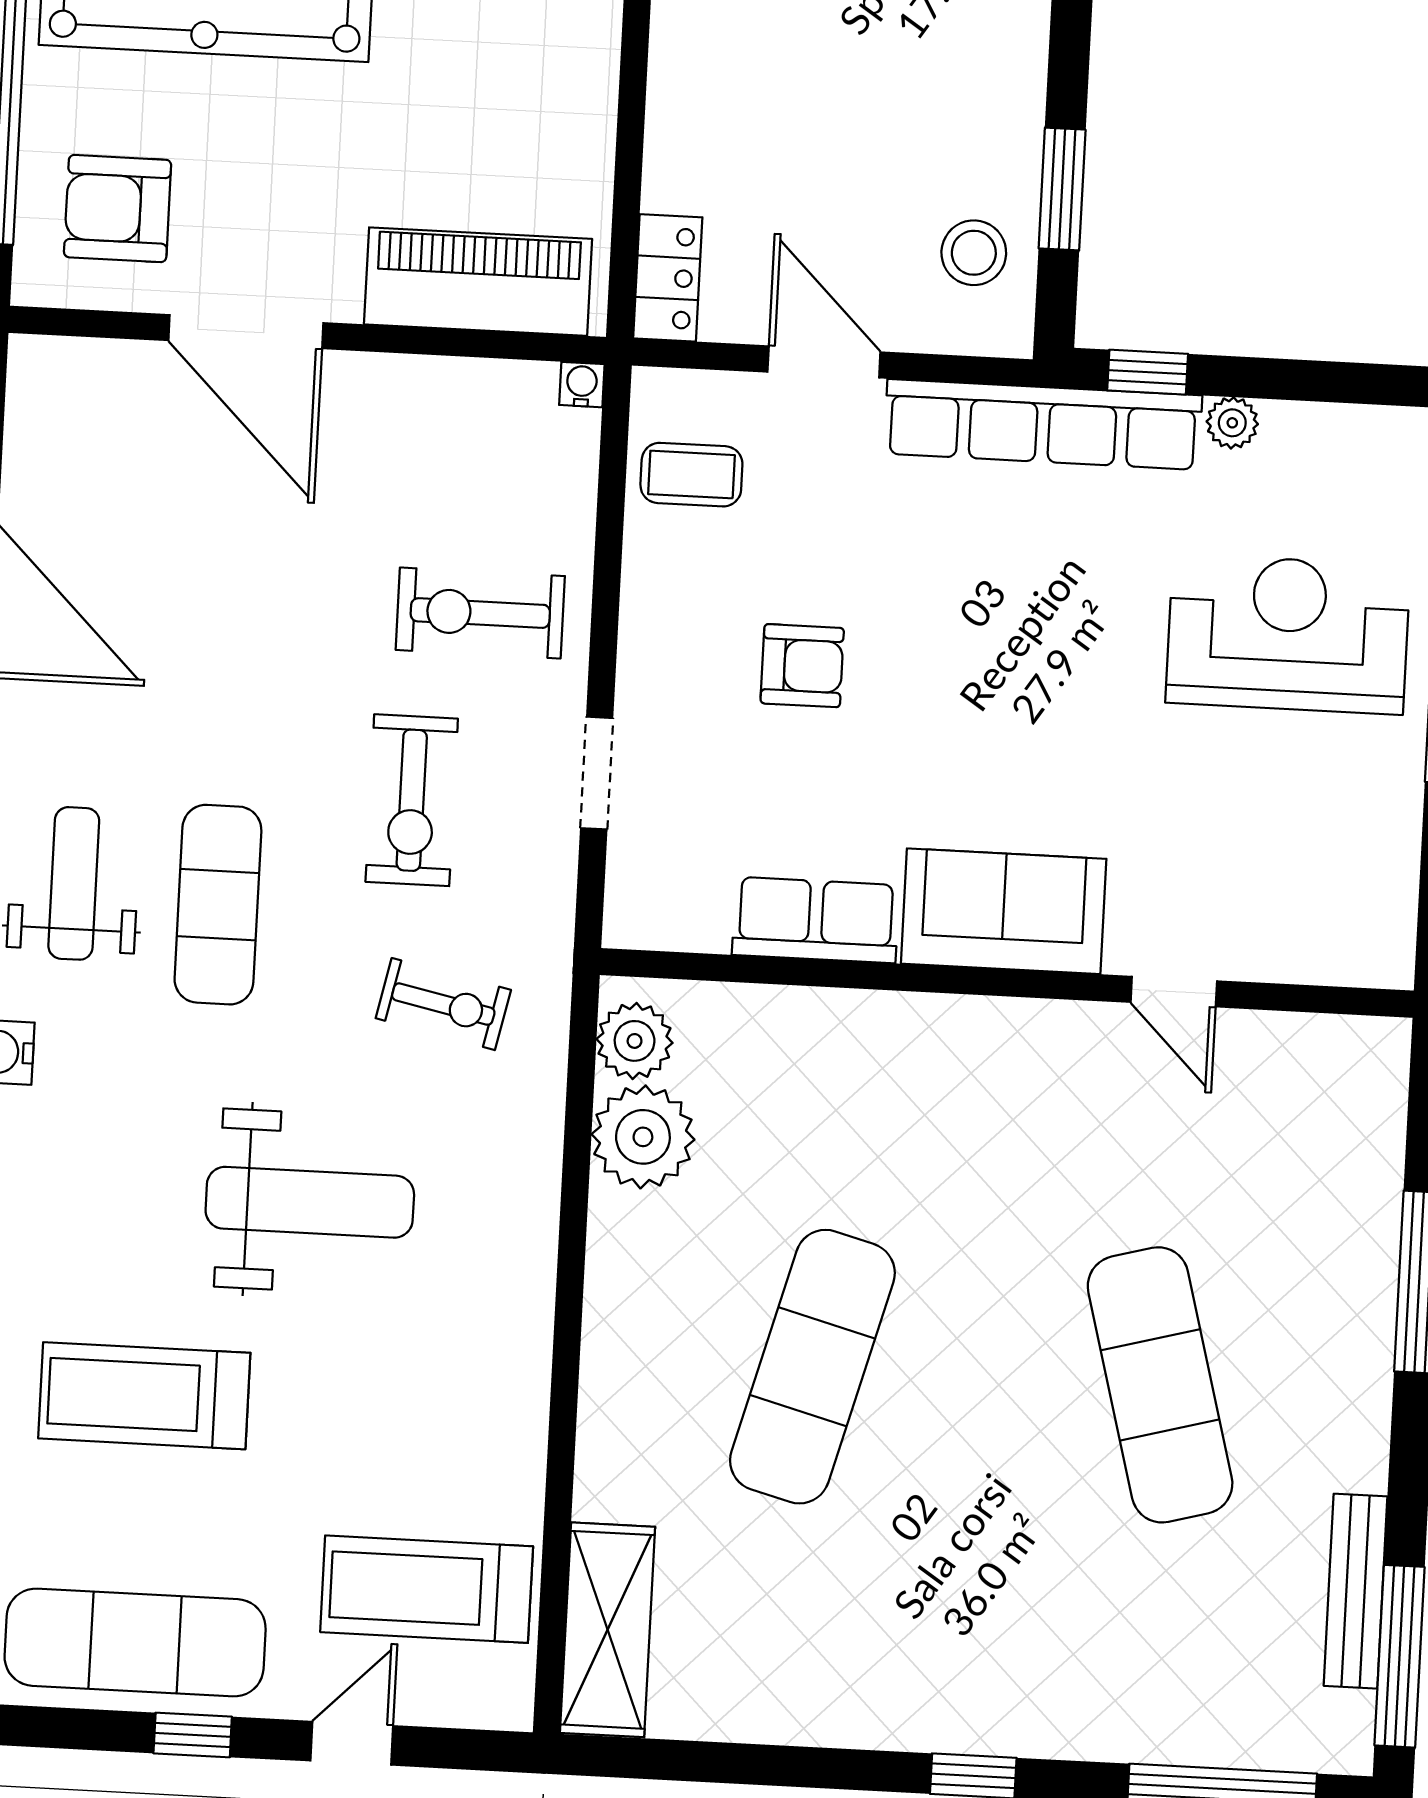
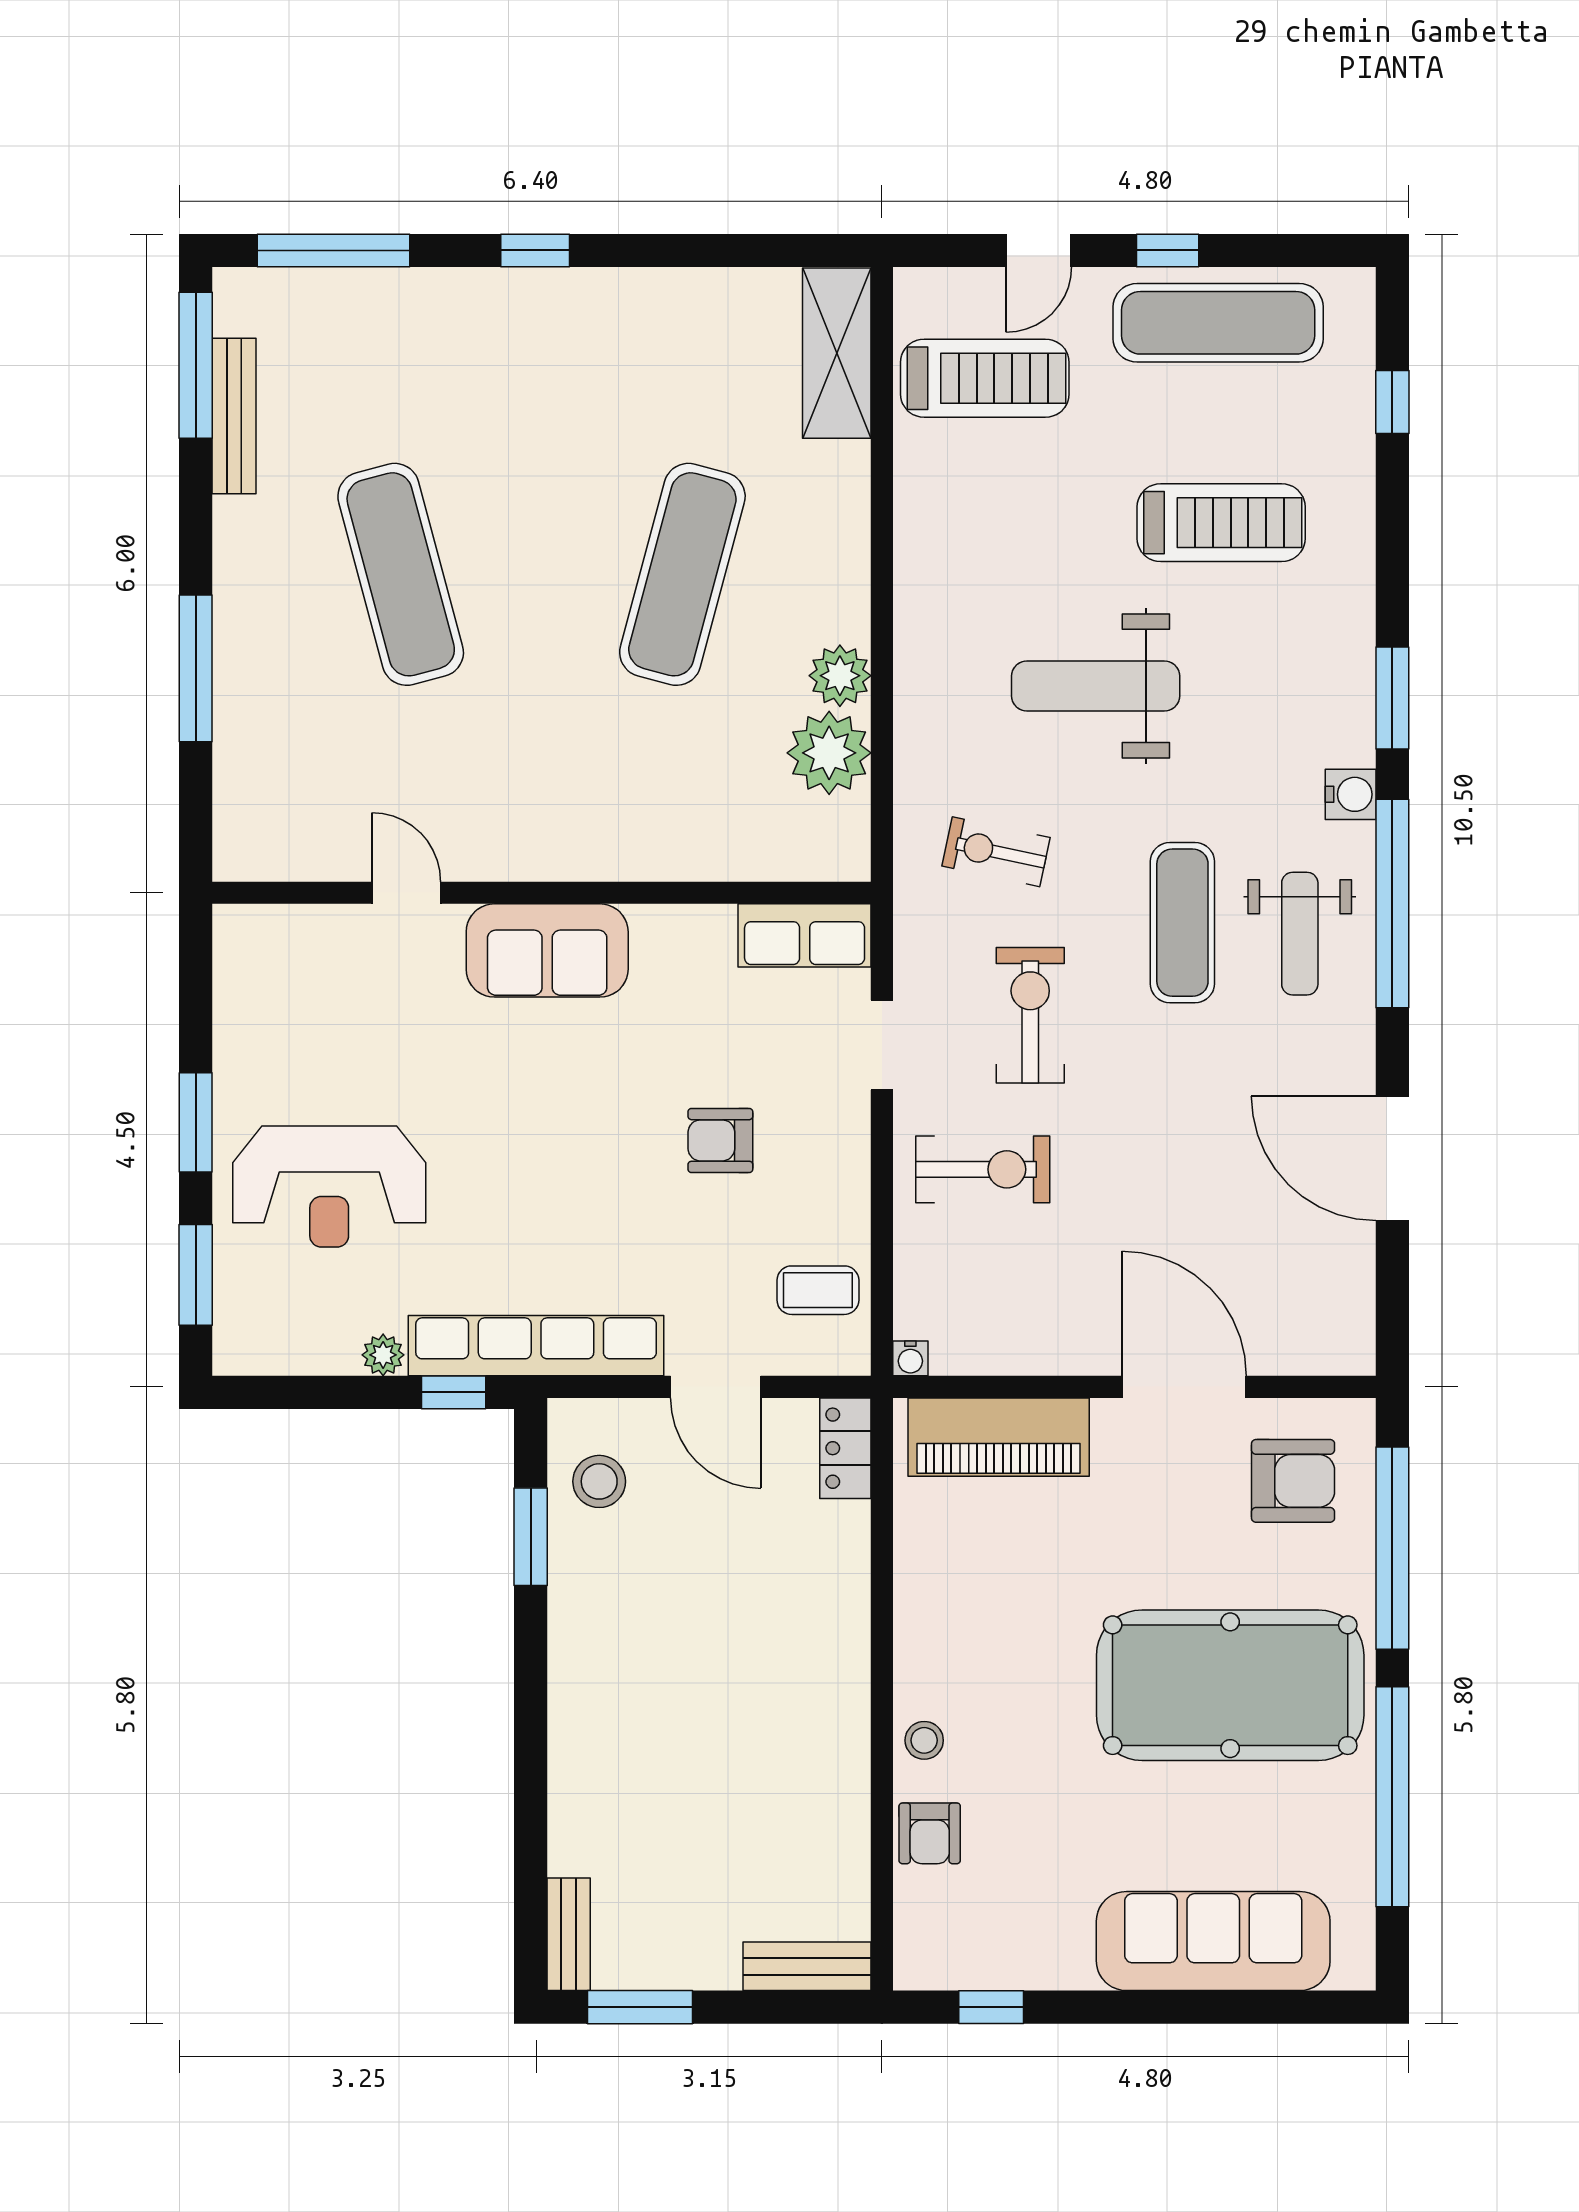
row of seats: (816, 920) -> (805, 935), moved
plant: (635, 1041) -> (840, 676), moved

